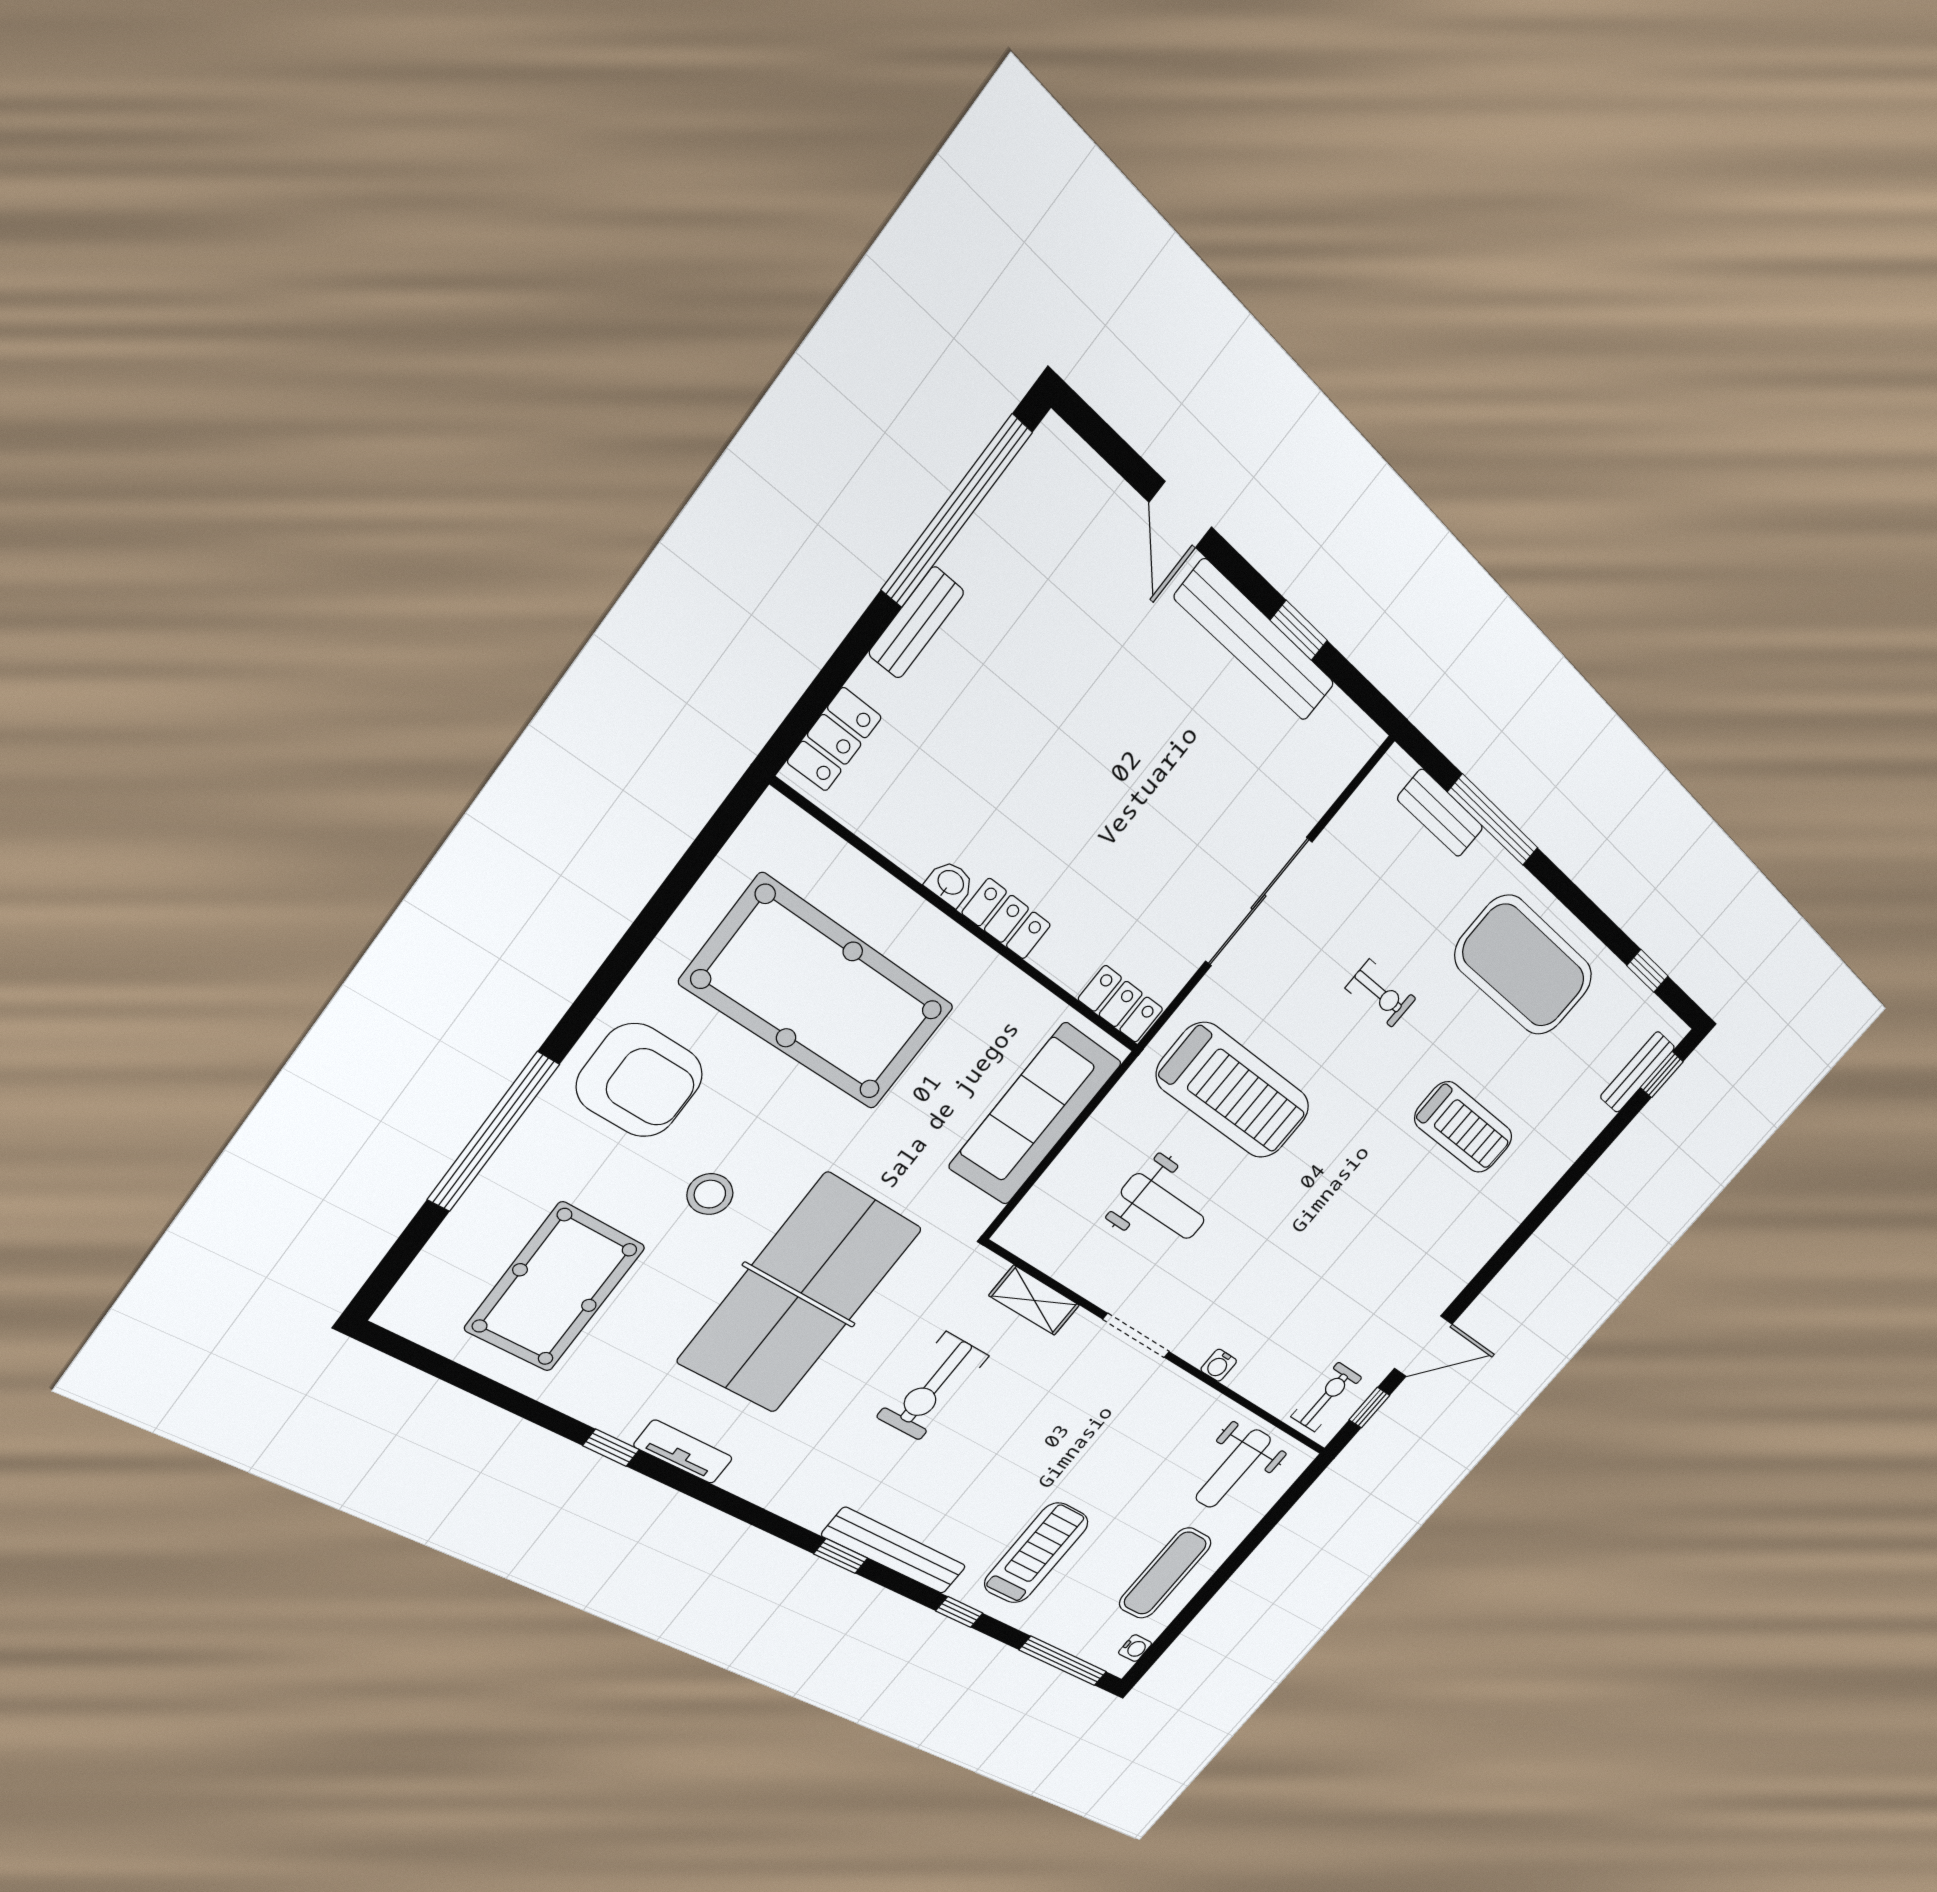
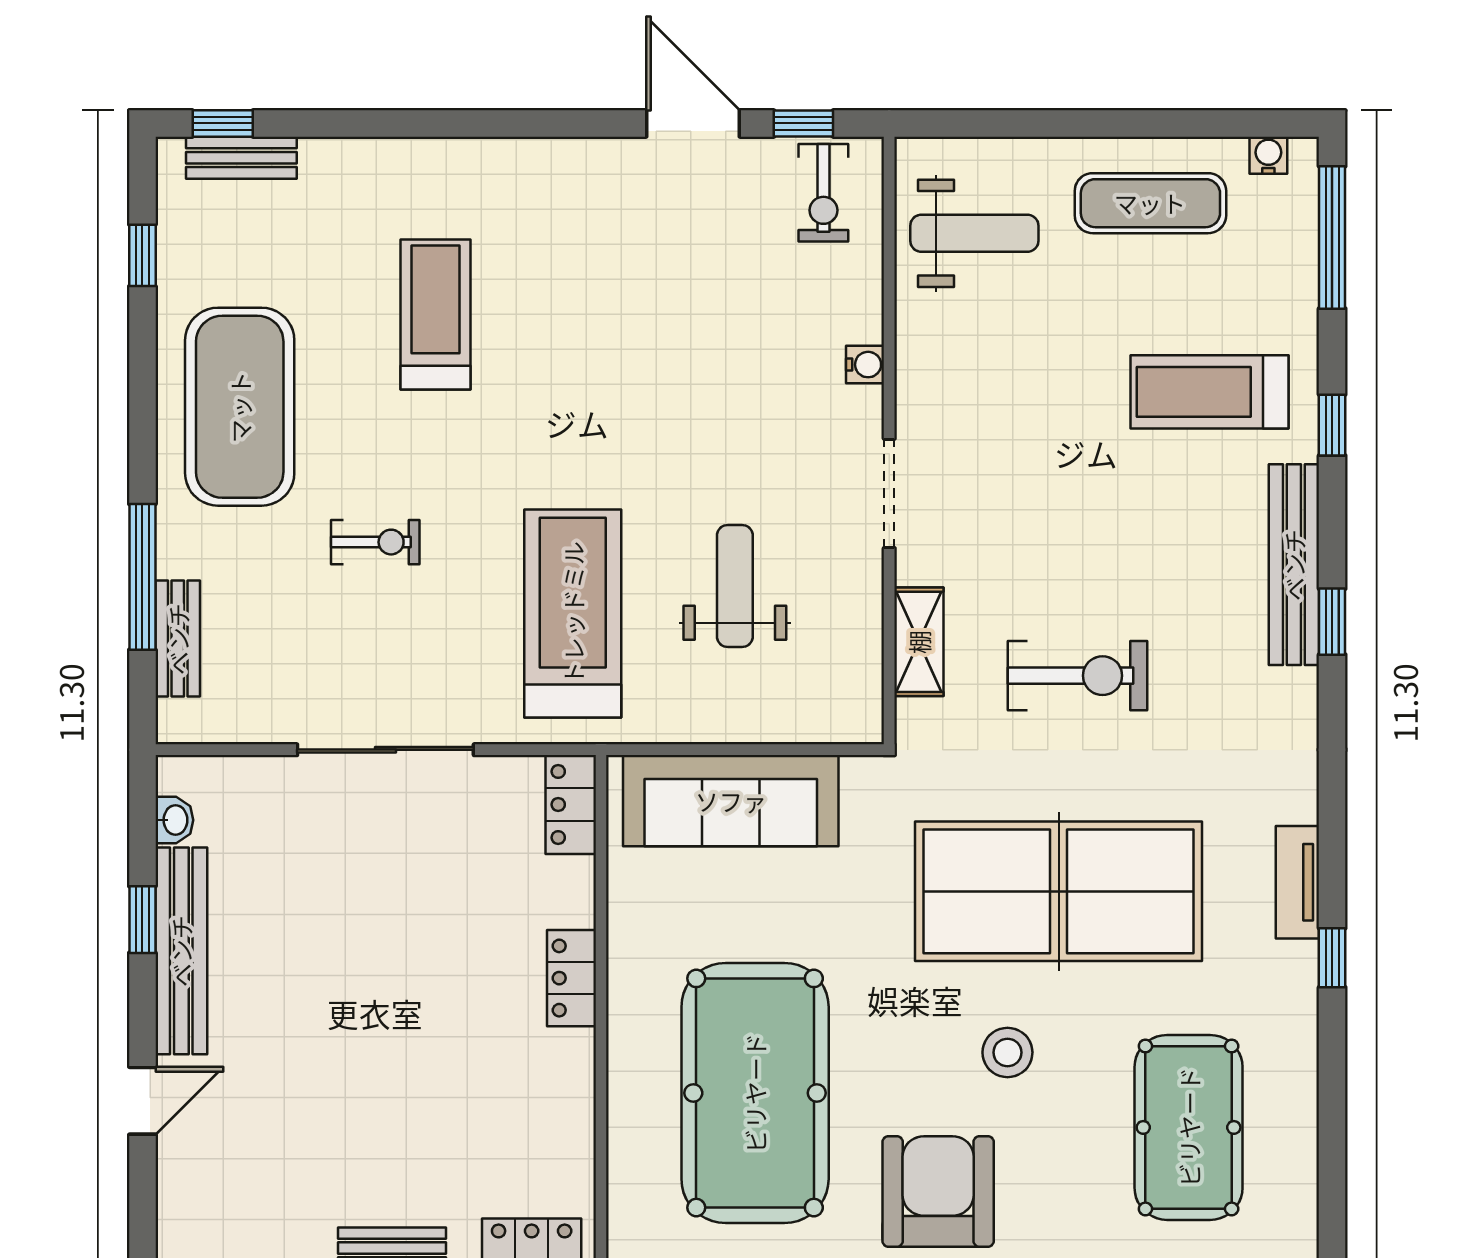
washbasin: (950, 883) -> (174, 820), moved, turned 180
exercise bike: (1381, 993) -> (375, 542), turned 90
pool table: (555, 1288) -> (1189, 1127), turned 90
exercise bike: (1326, 1397) -> (823, 193), turned -90

